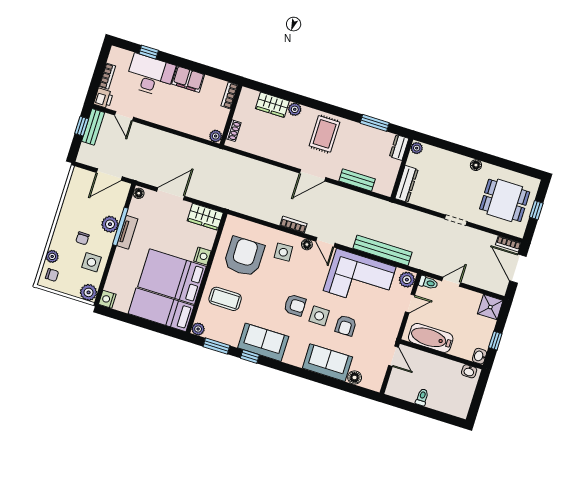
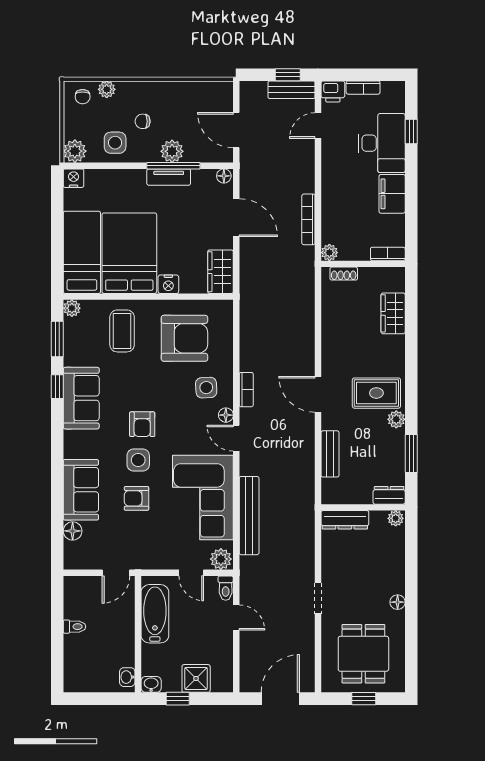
plant: (295, 109) -> (396, 419), moved
door: (325, 242) -> (236, 438), hinge flipped
bookcase: (508, 244) -> (308, 219), moved, width x1.56
shower: (490, 307) -> (196, 678), moved

